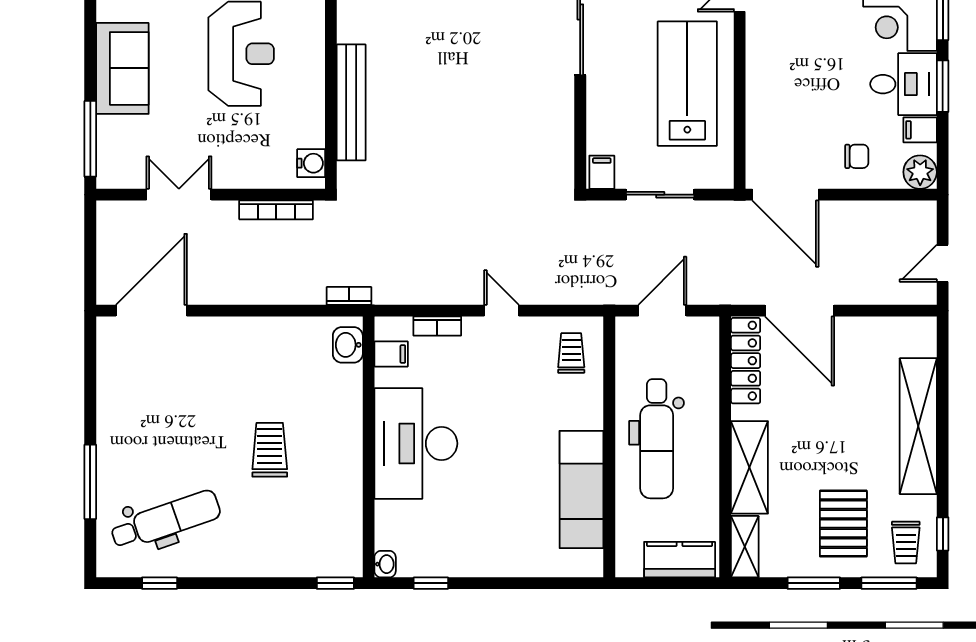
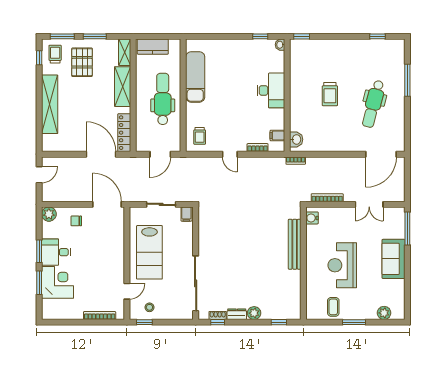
filing cabinet: (920, 130) -> (49, 232), removed
desk: (416, 443) -> (271, 90), width x0.73, depth x0.77
dental chair: (166, 520) -> (373, 104), moved, turned -56

